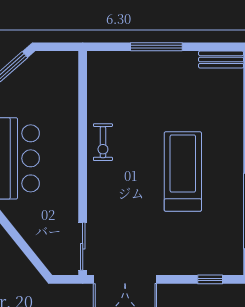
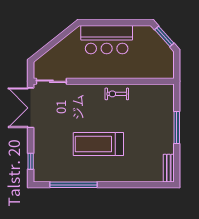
treadmill: (183, 171) -> (98, 144), turned 180

